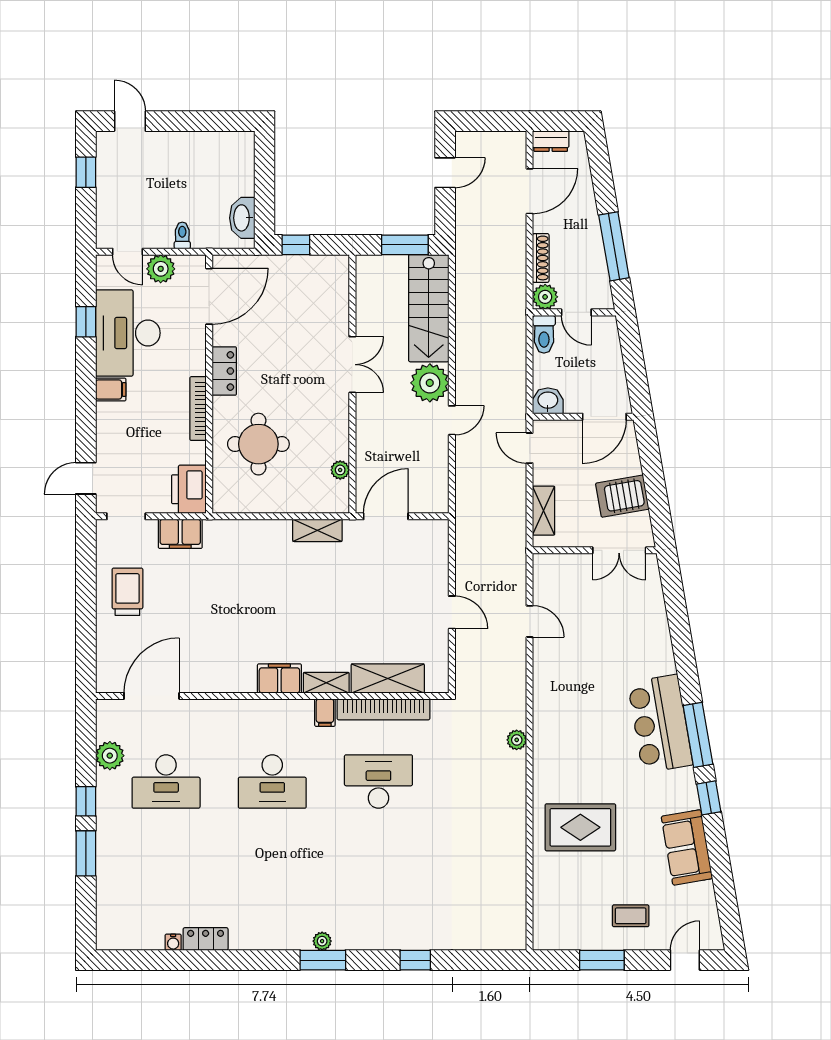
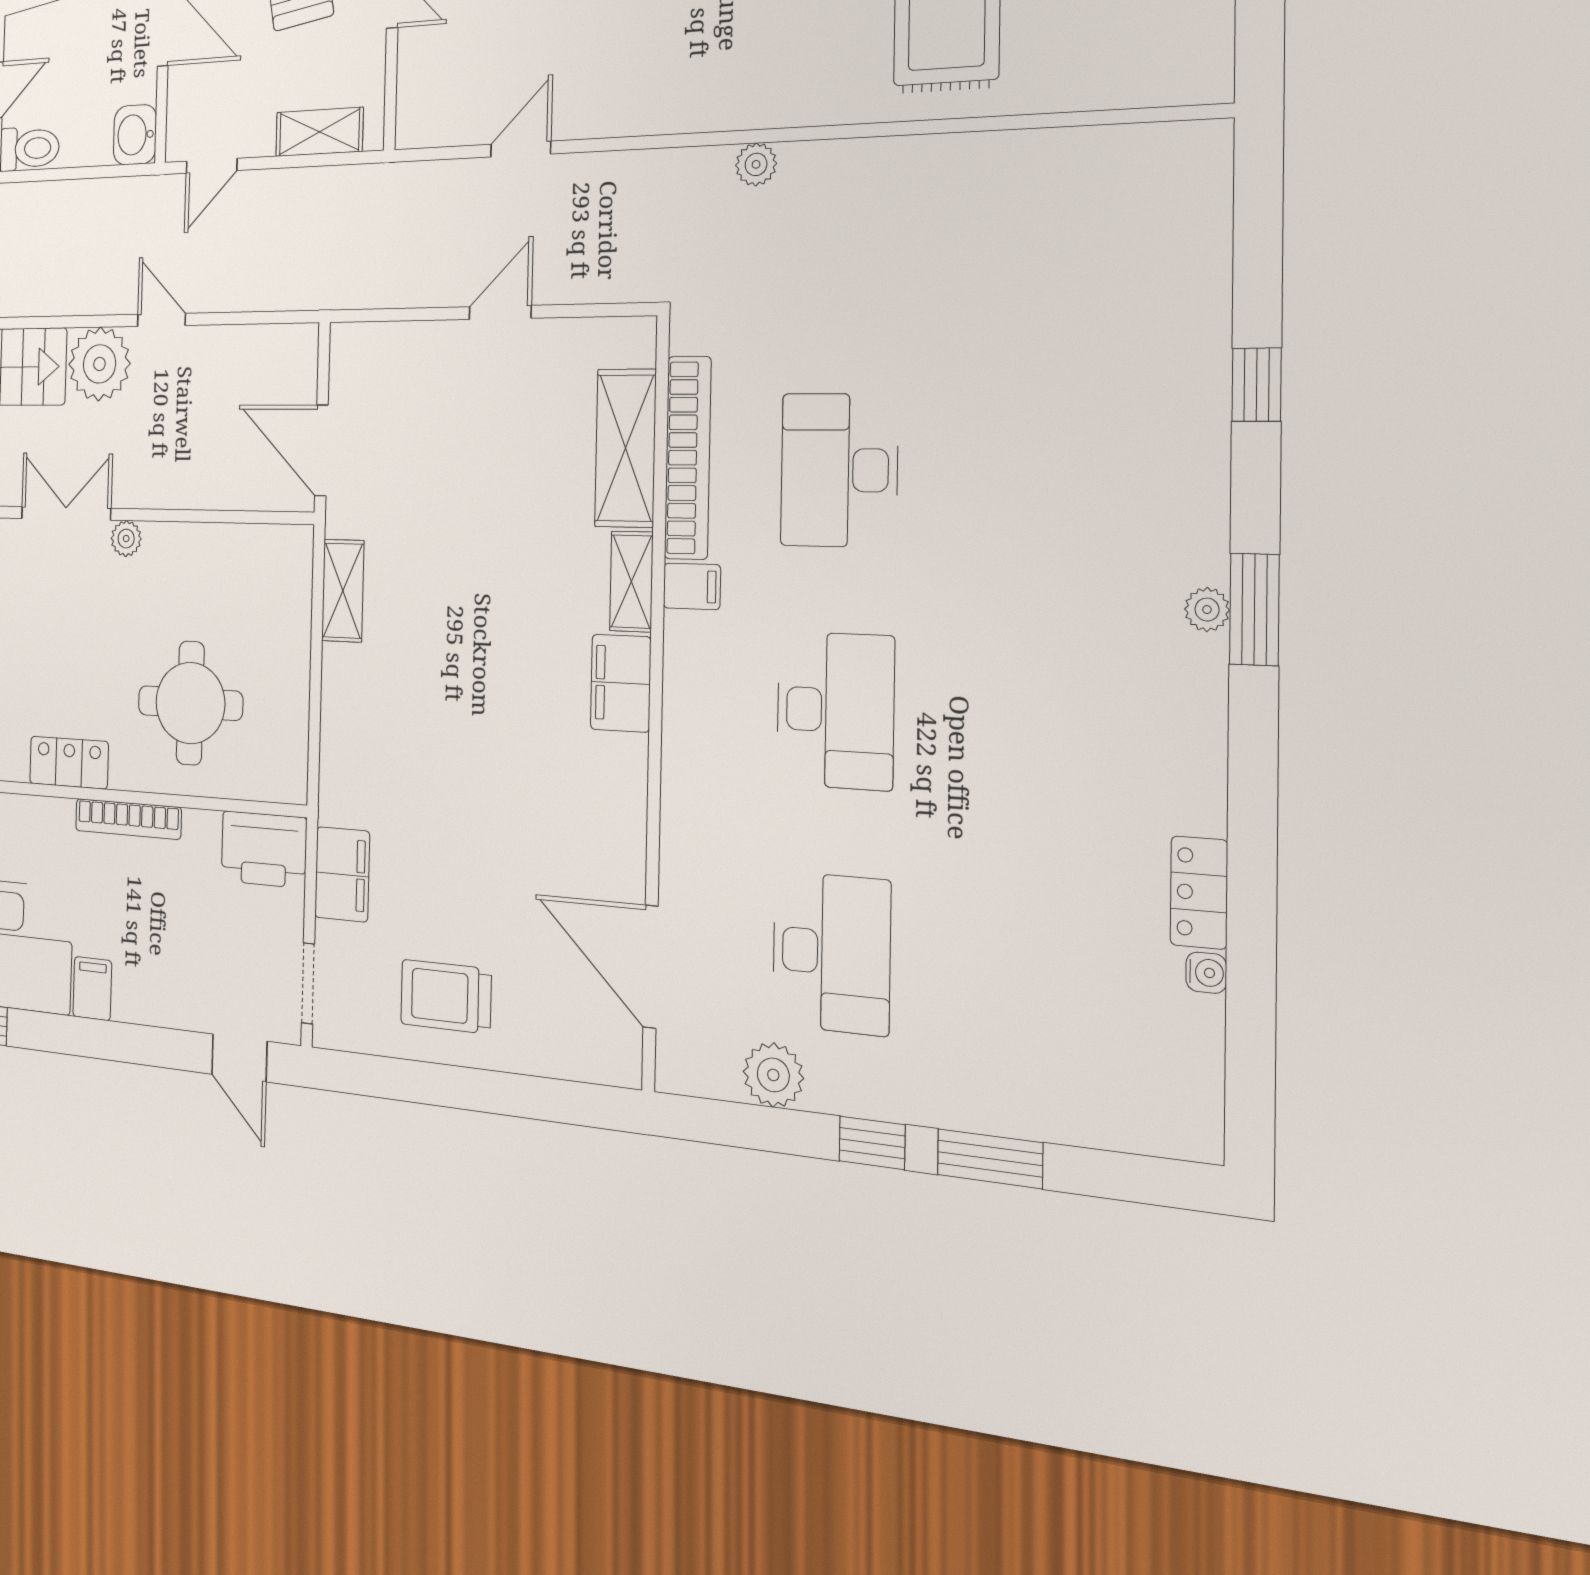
plant: (340, 470) -> (126, 539), moved

